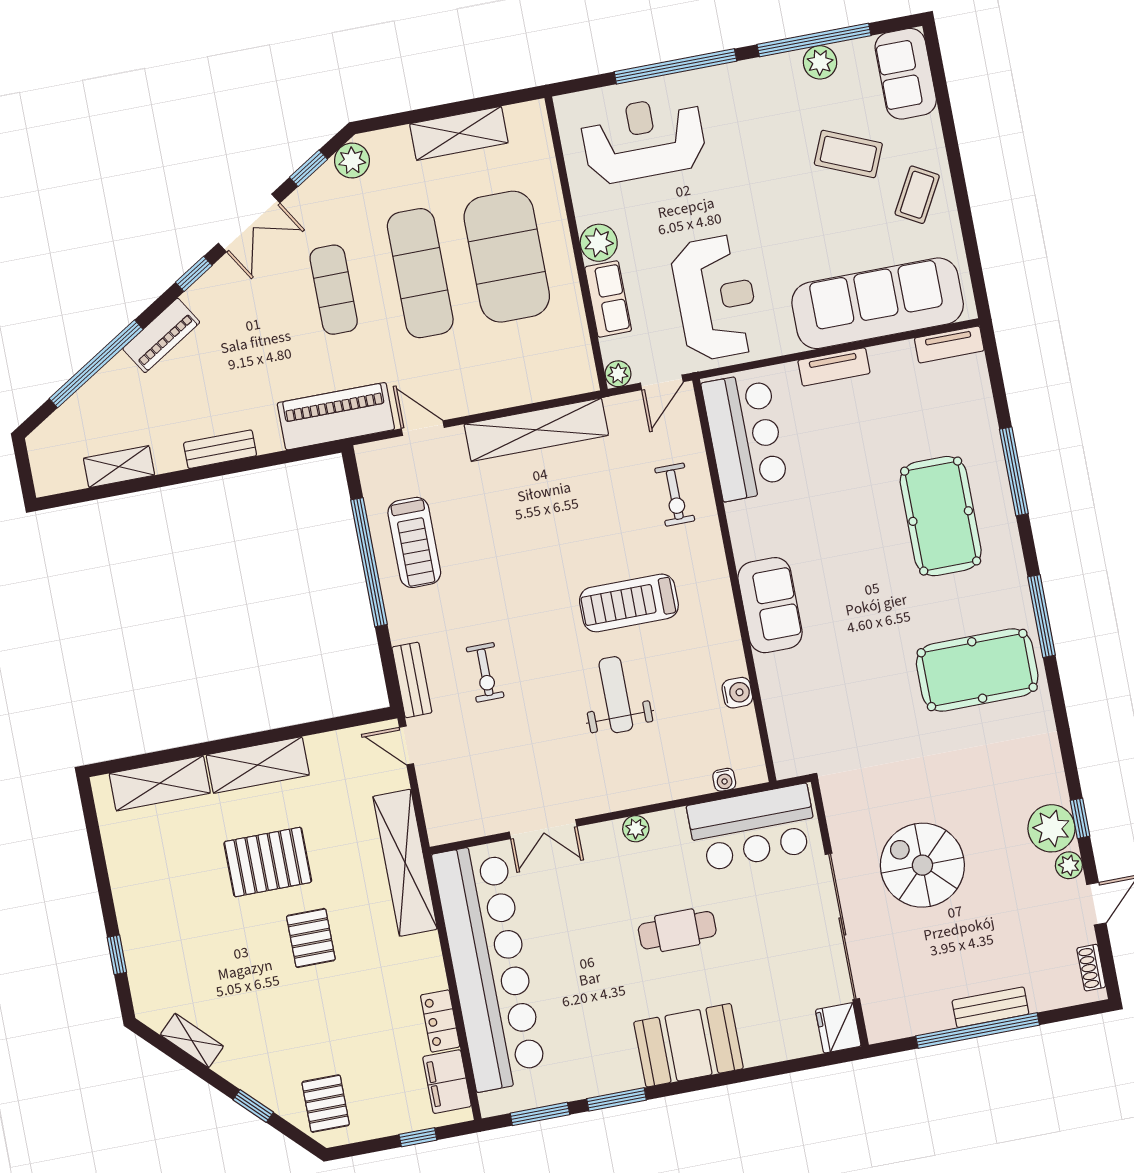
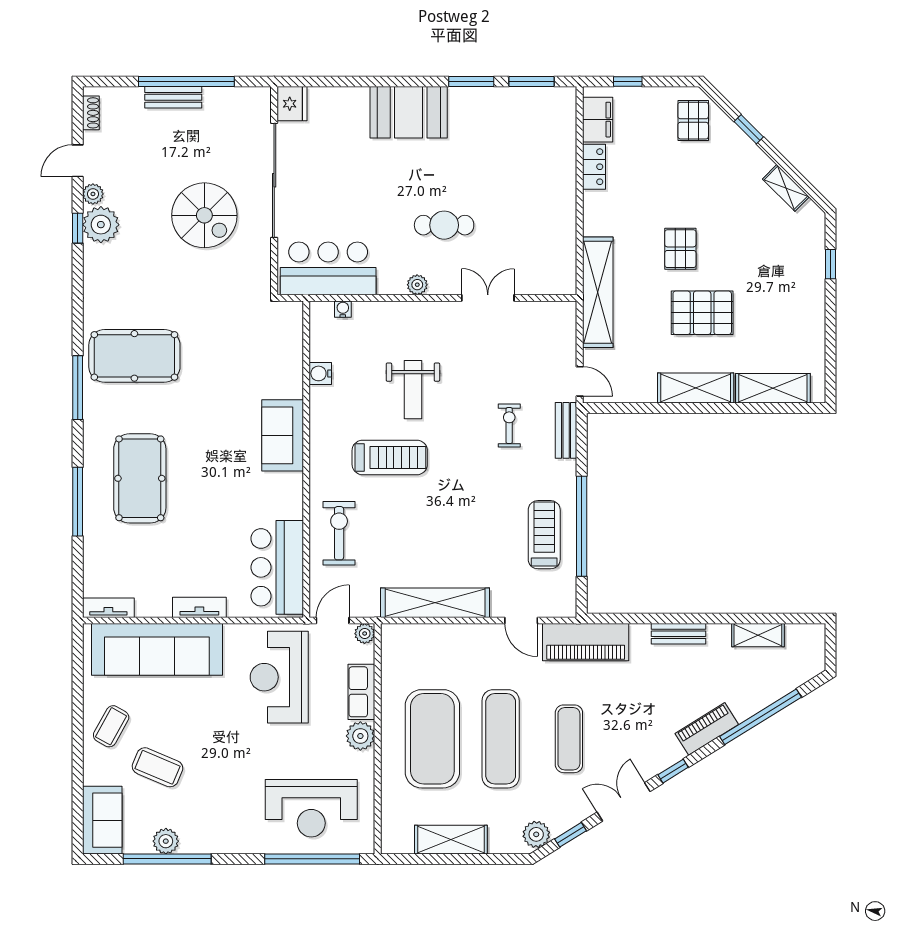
window: (675, 66) -> (312, 859), moved
exercise bike: (675, 495) -> (339, 533), width x1.38, depth x1.39
cafe table: (677, 930) -> (444, 225), moved
bar counter: (489, 967) -> (549, 201), removed

